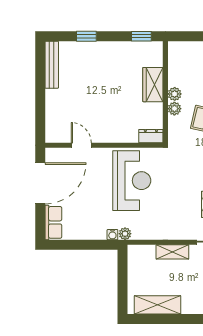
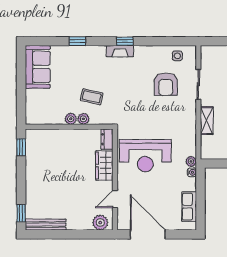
window: (86, 36) -> (21, 213), moved
wardrobe: (153, 85) -> (104, 166), moved, turned 90
plant: (54, 128) -> (100, 223), added
reception desk: (132, 181) -> (145, 156), turned 180
row of seats: (53, 222) -> (189, 207), moved, turned -90

